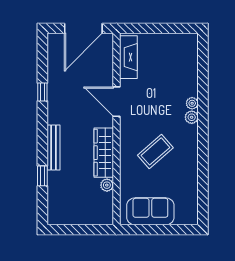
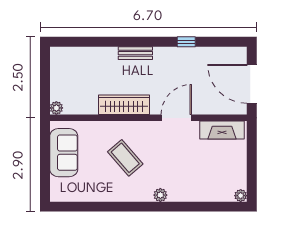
plant: (192, 103) -> (241, 196), moved
bench: (53, 147) -> (135, 53), width x0.73
window: (42, 176) -> (100, 42), removed
plant: (107, 185) -> (56, 108), moved

